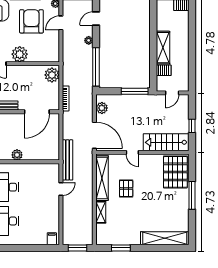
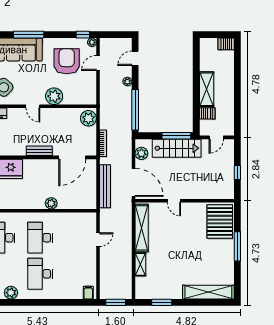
stairs: (166, 142) -> (177, 148), moved, turned 180
bench: (68, 160) -> (105, 186), moved
pallet: (126, 188) -> (167, 239), removed

